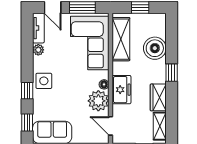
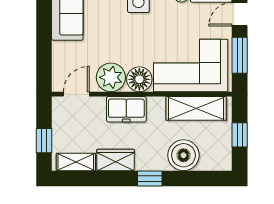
floor lamp: (104, 84) -> (139, 79), width x1.89, depth x1.89

